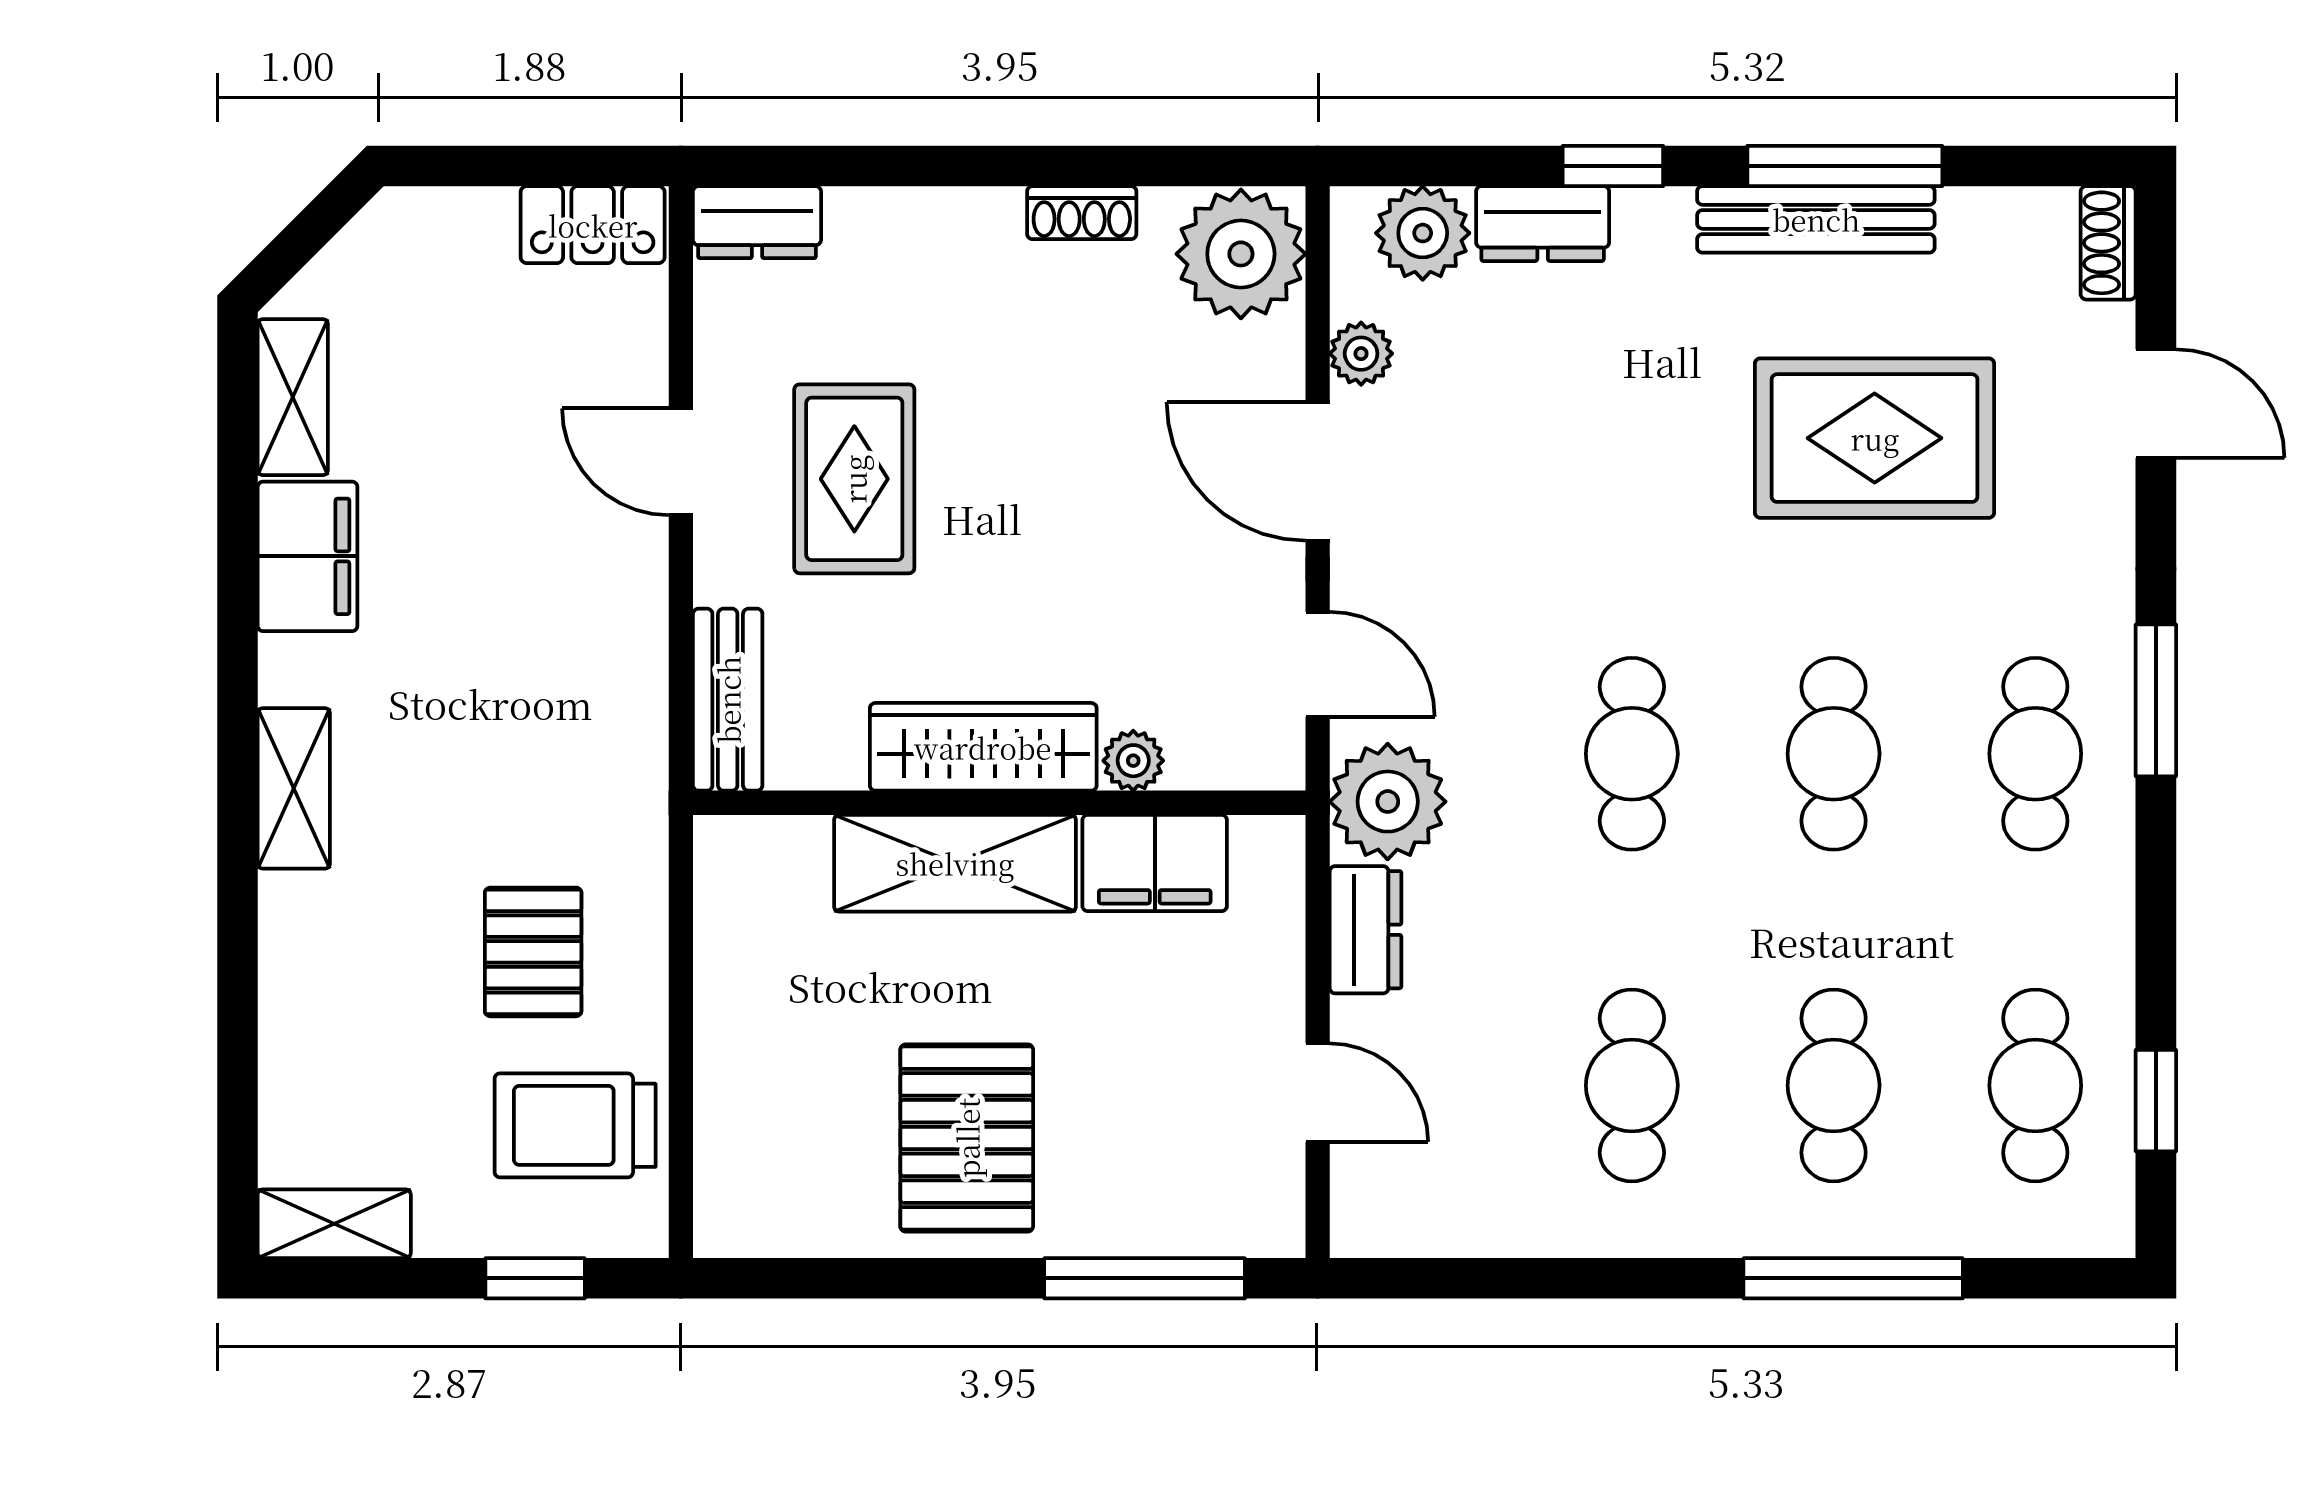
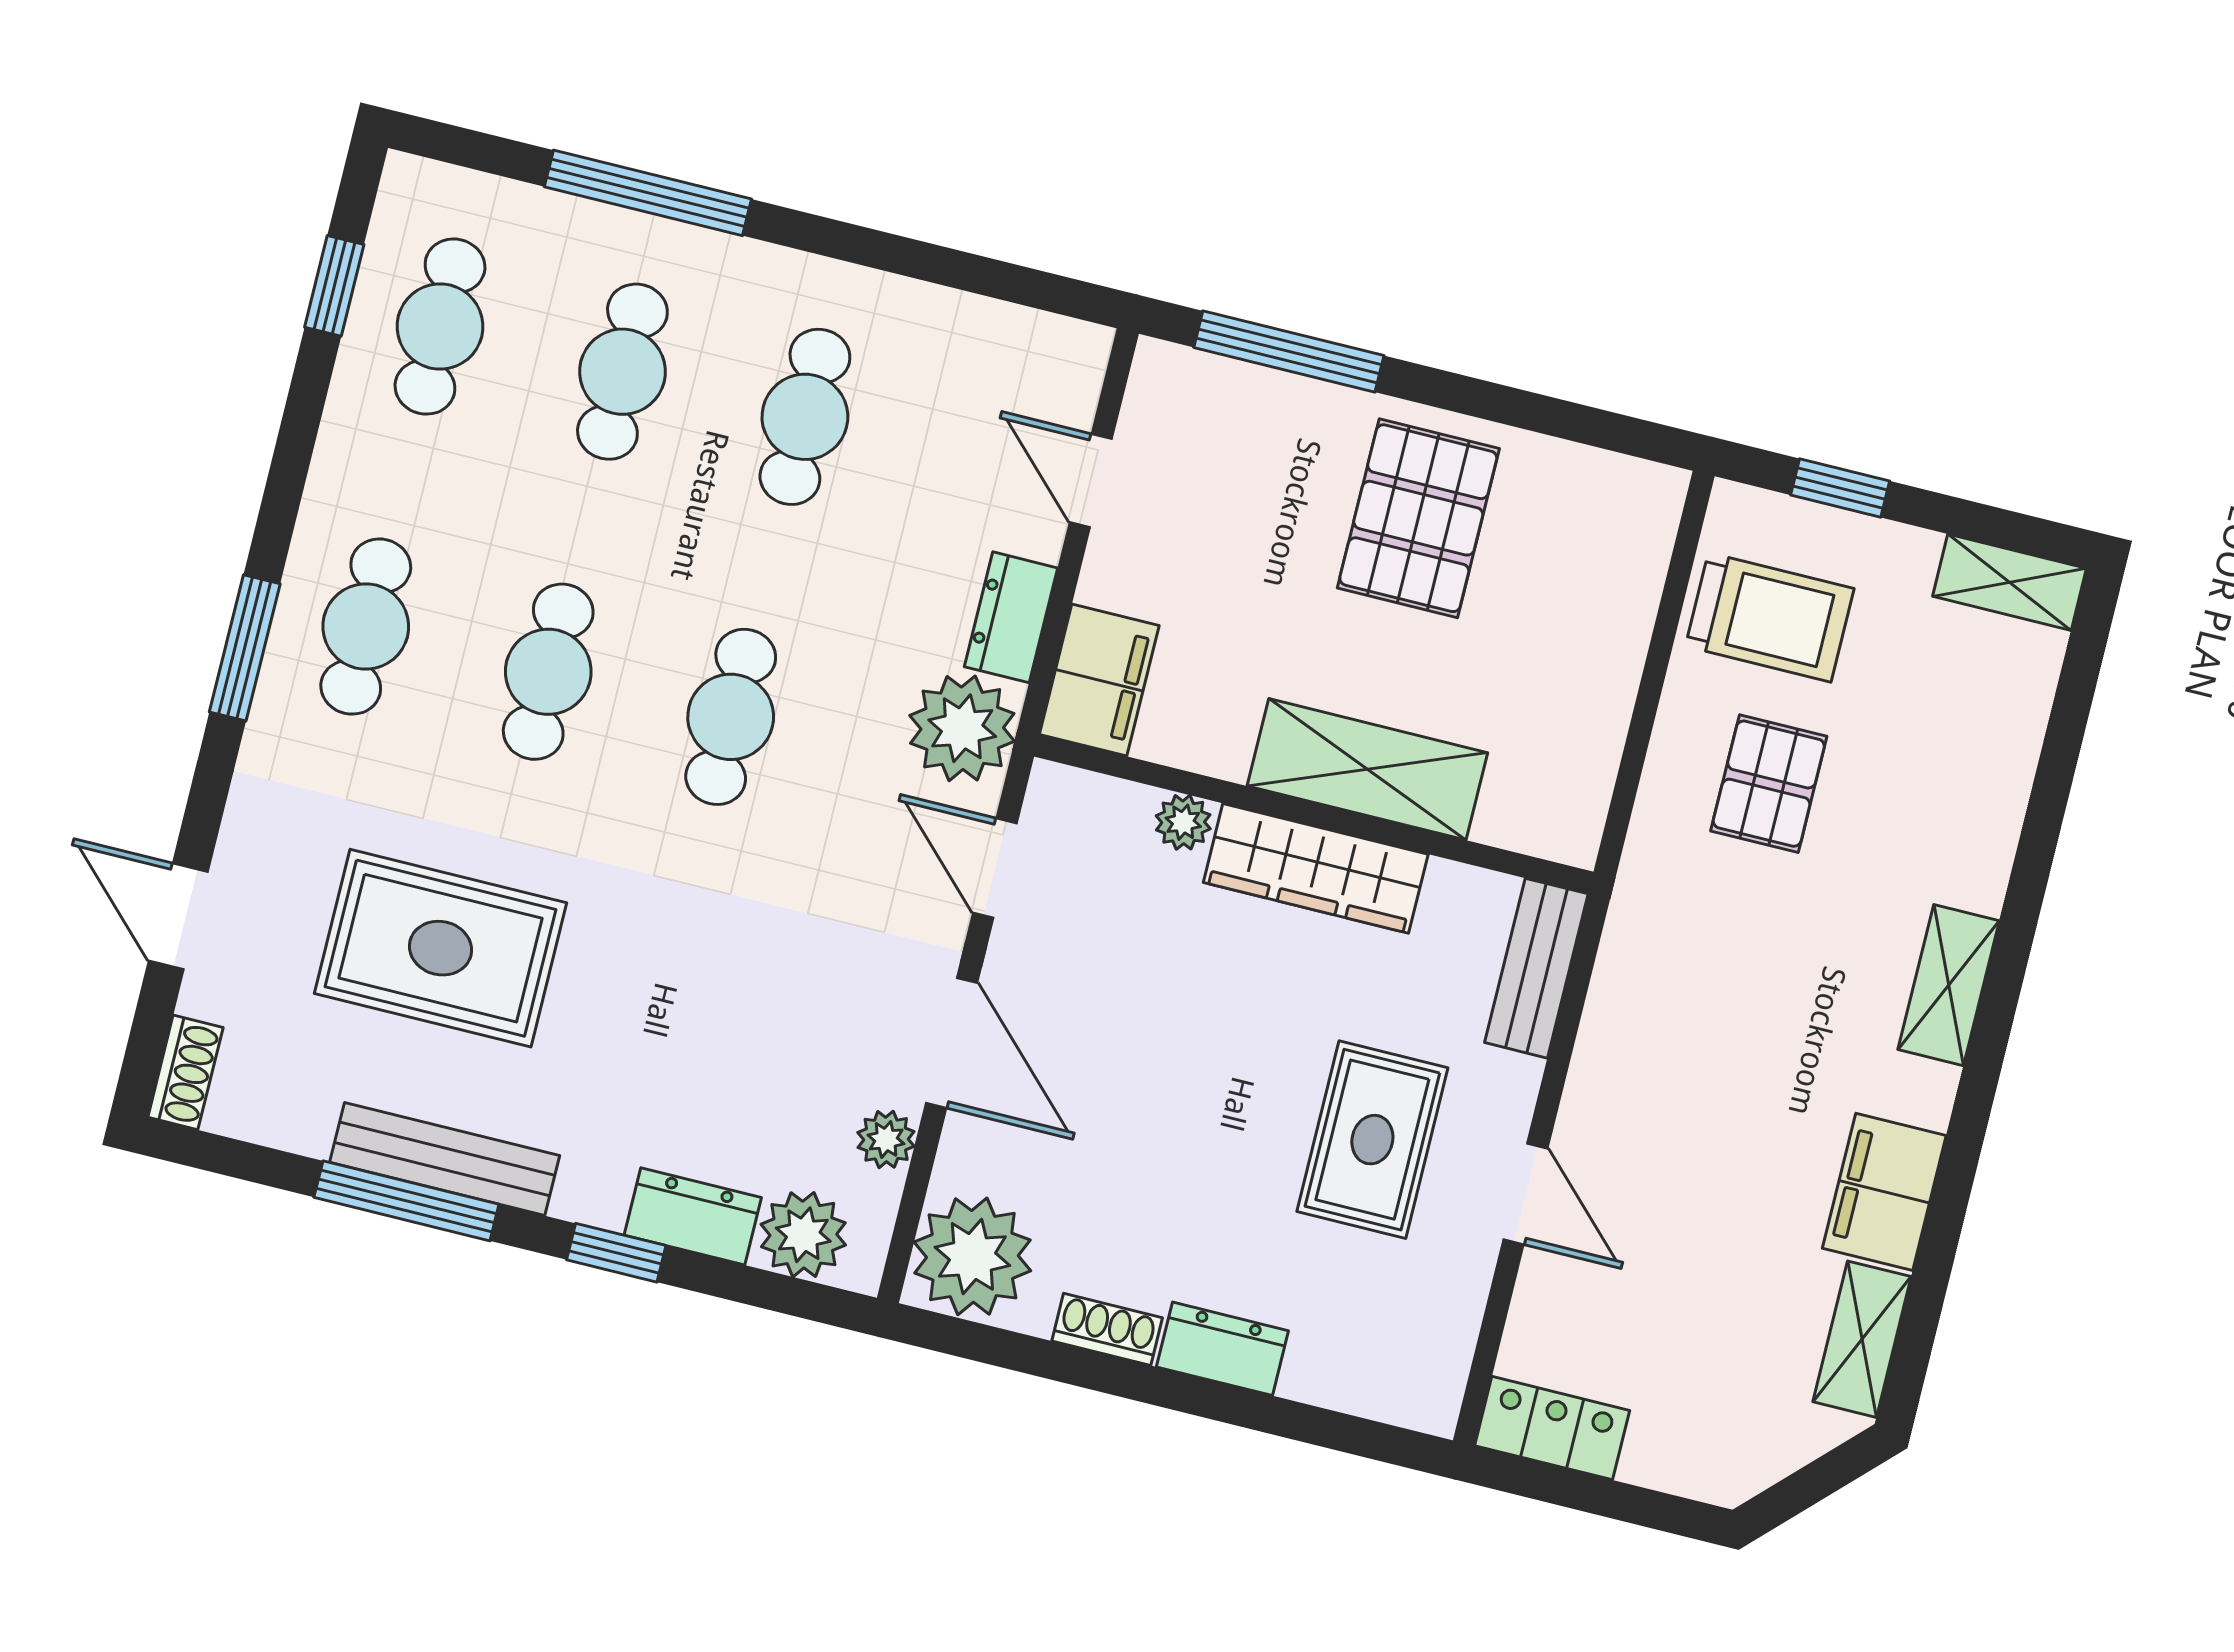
dresser: (757, 222) -> (1222, 1349), moved
filing cabinet: (1155, 863) -> (1099, 680), moved, turned 90

